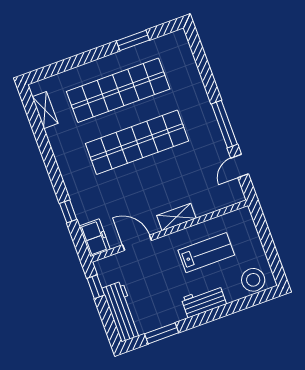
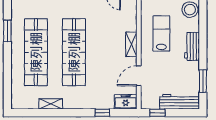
shelving: (45, 110) -> (51, 104), moved

